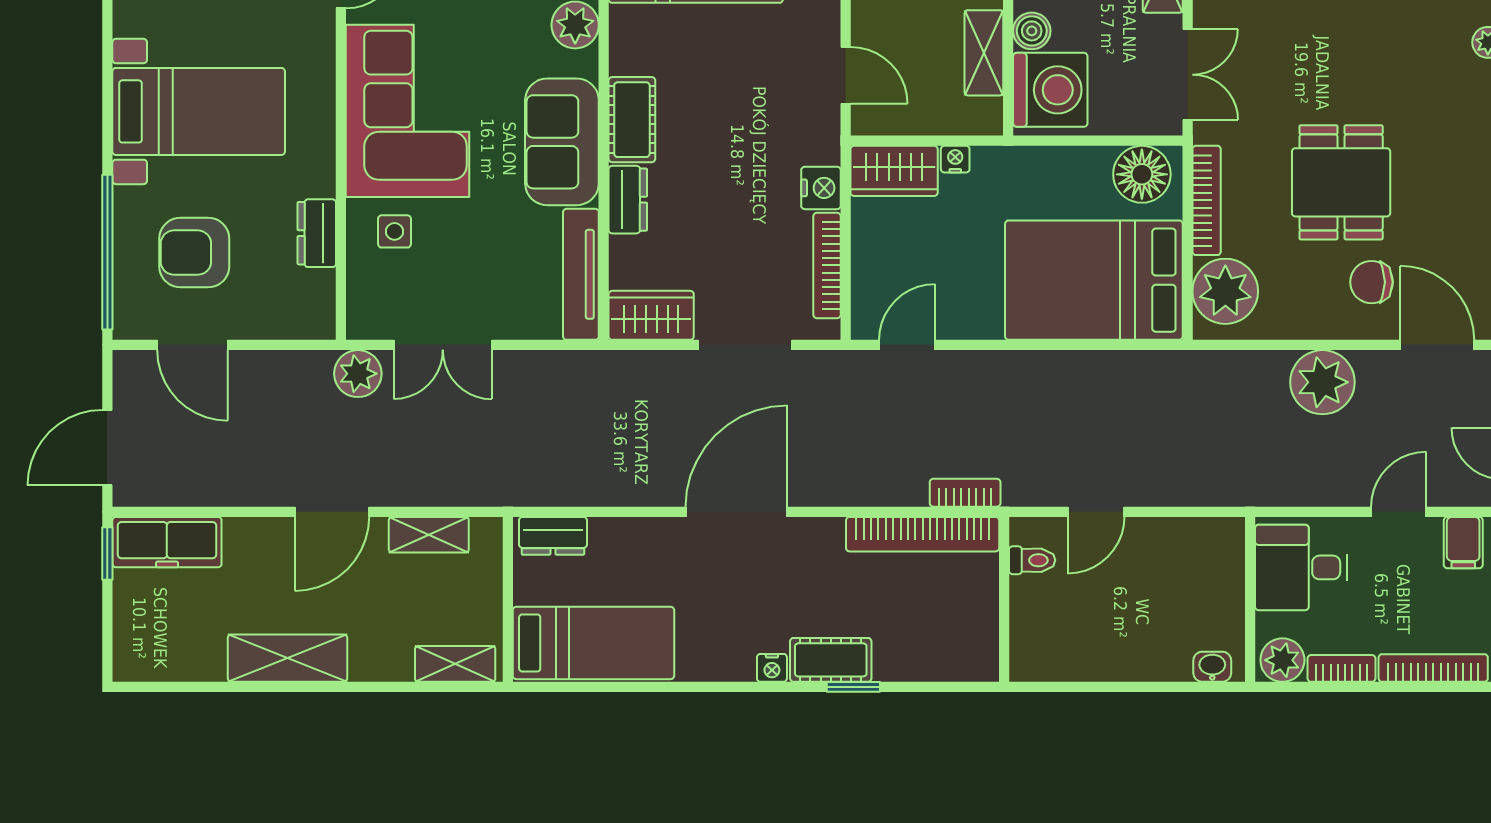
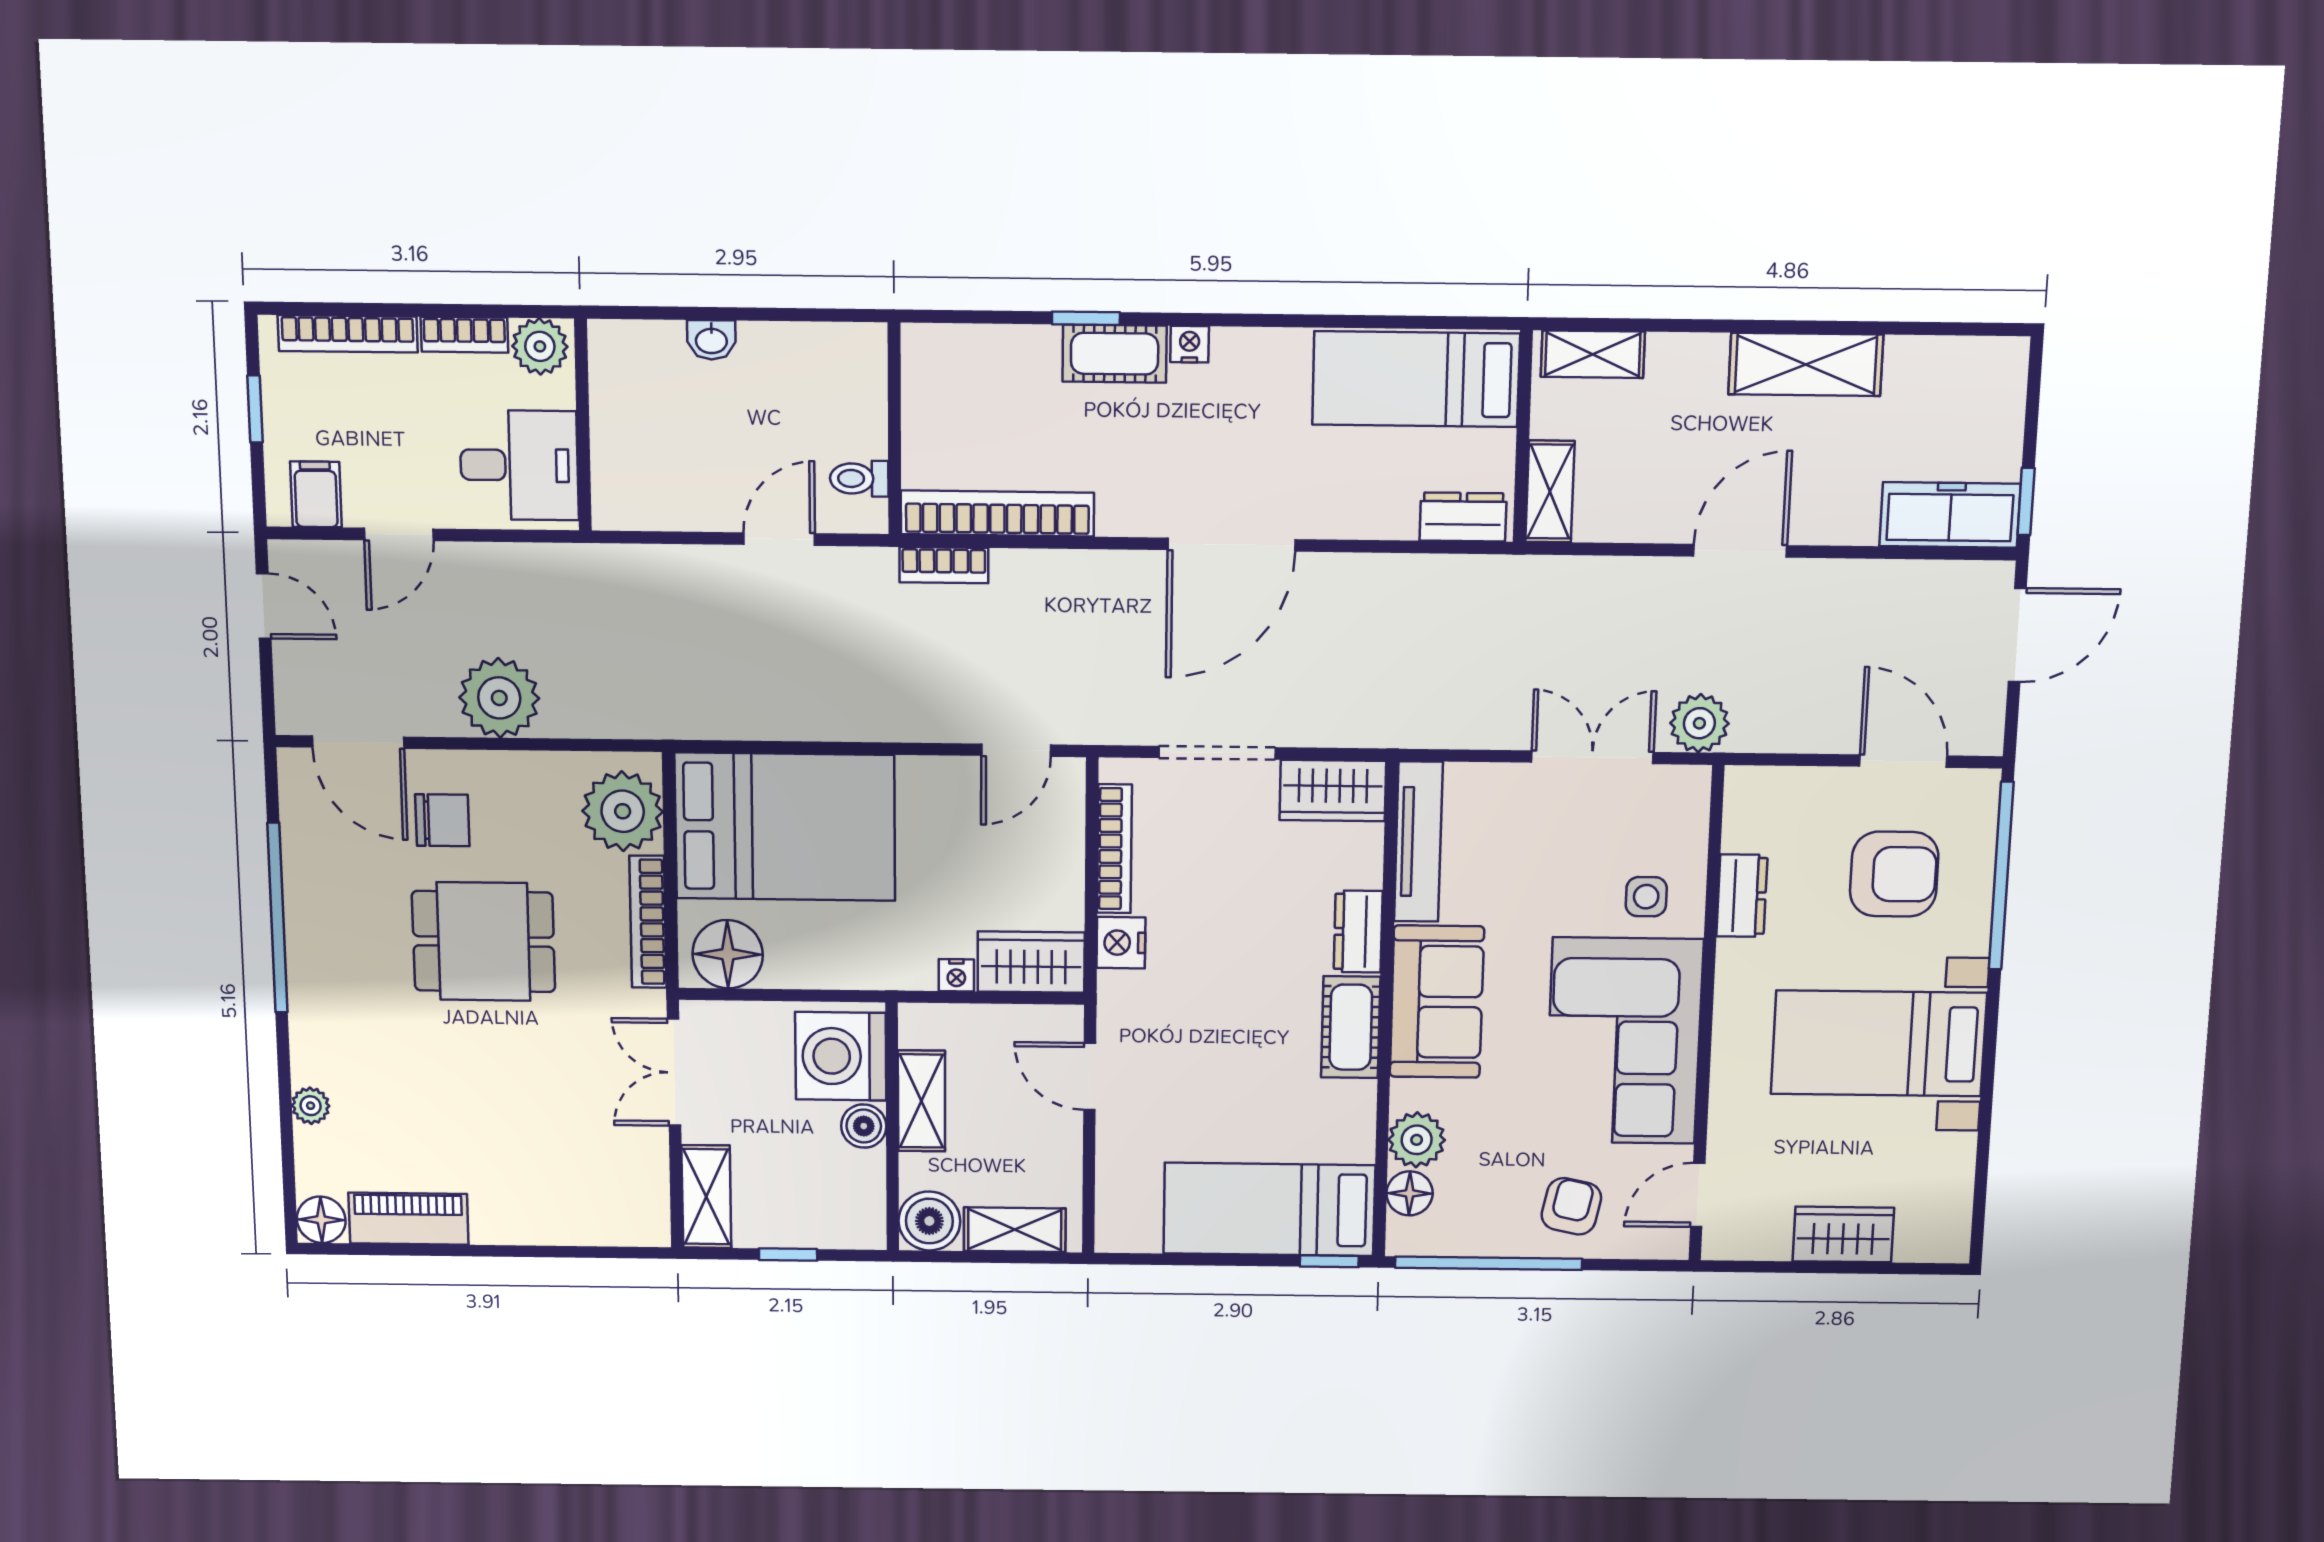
dining table: (1341, 182) -> (484, 942), turned 90
shelving: (429, 535) -> (1550, 491), moved, turned 90
washbasin: (1212, 667) -> (711, 340), moved

